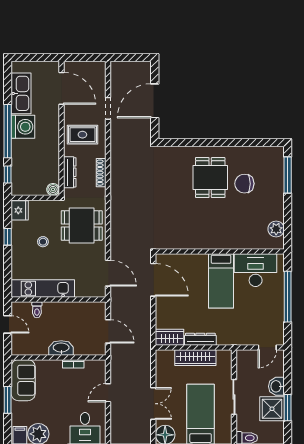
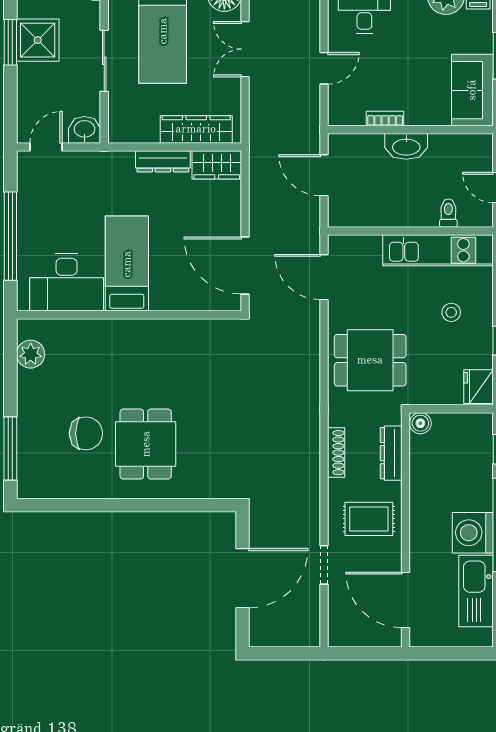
stool: (43, 242) -> (451, 312), moved
wardrobe: (195, 358) -> (196, 129), moved
washbasin: (276, 386) -> (85, 130), moved, turned -90

